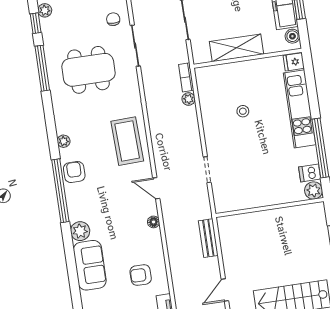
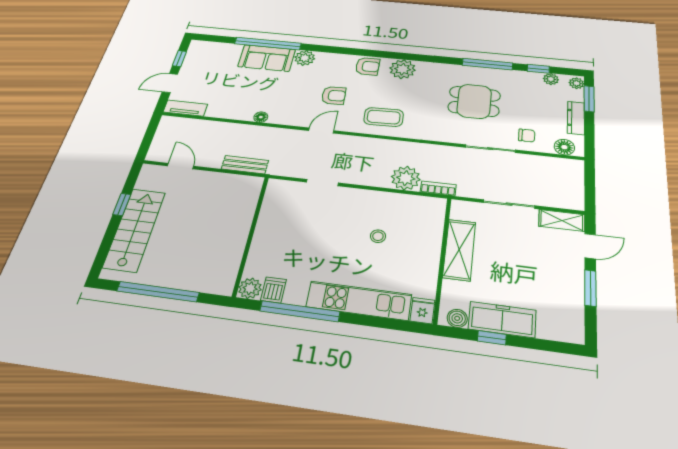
dining table: (88, 70) -> (474, 101), width x0.73
plant: (189, 99) -> (406, 178), width x1.87, depth x1.87
plant: (64, 141) -> (403, 69), width x1.87, depth x1.87
coffee table: (127, 141) -> (384, 117), width x0.73, depth x0.76
window: (60, 191) -> (268, 44), moved
floor lamp: (154, 222) -> (261, 117), moved
armchair: (141, 275) -> (334, 95), moved, turned 88

